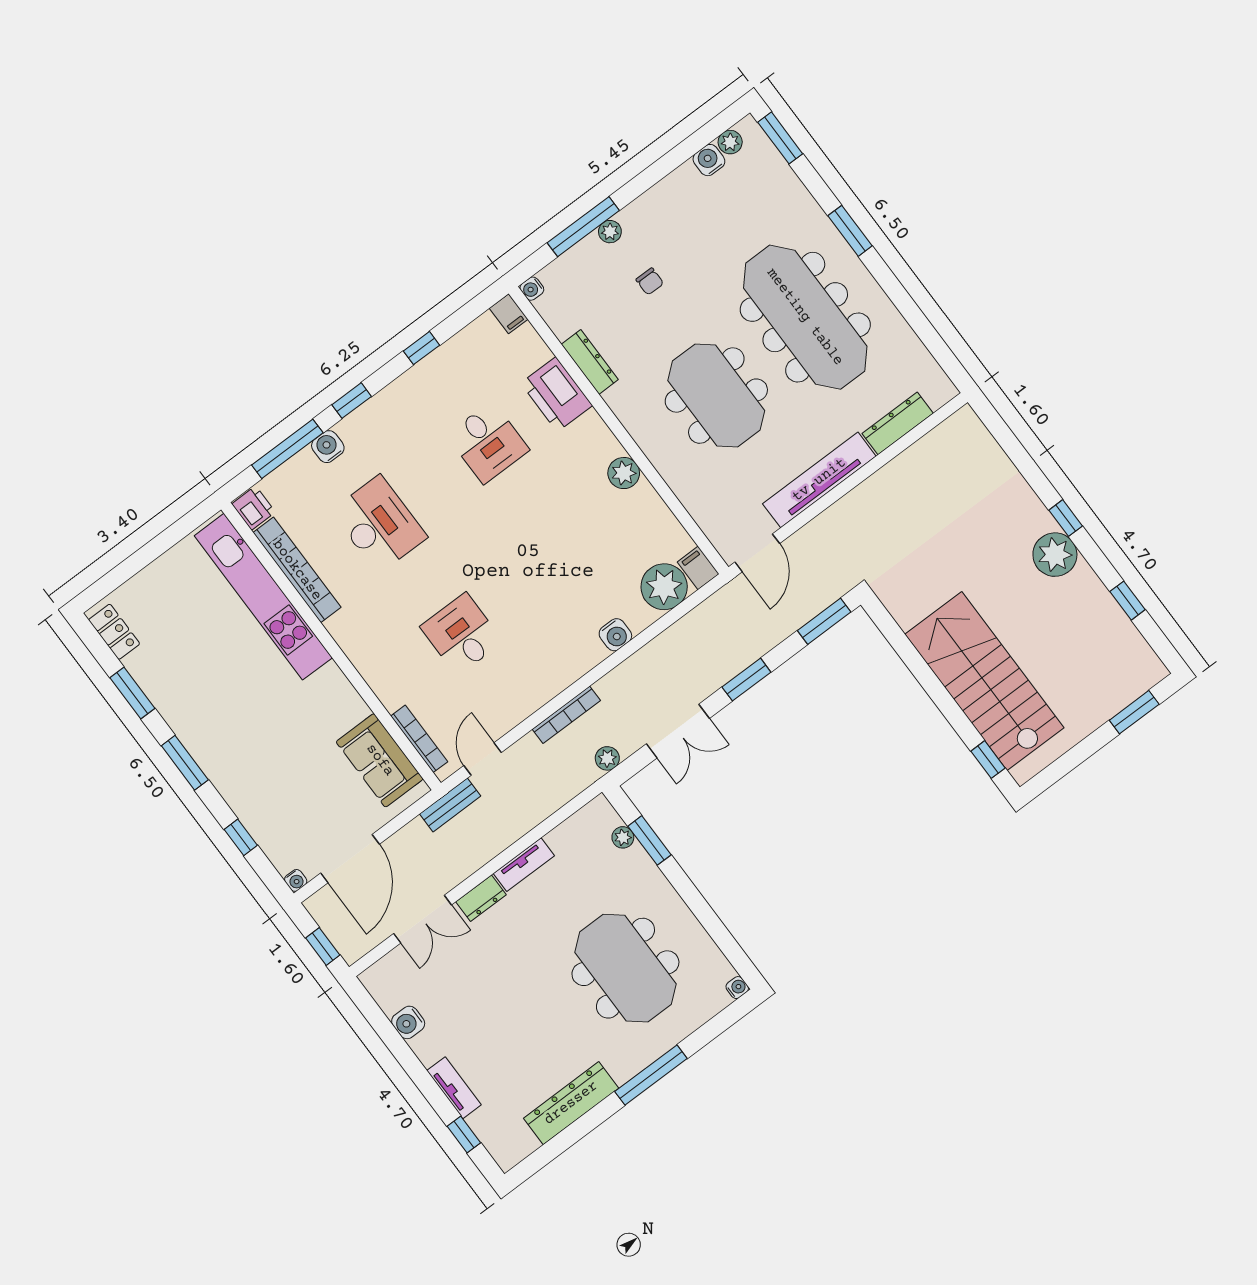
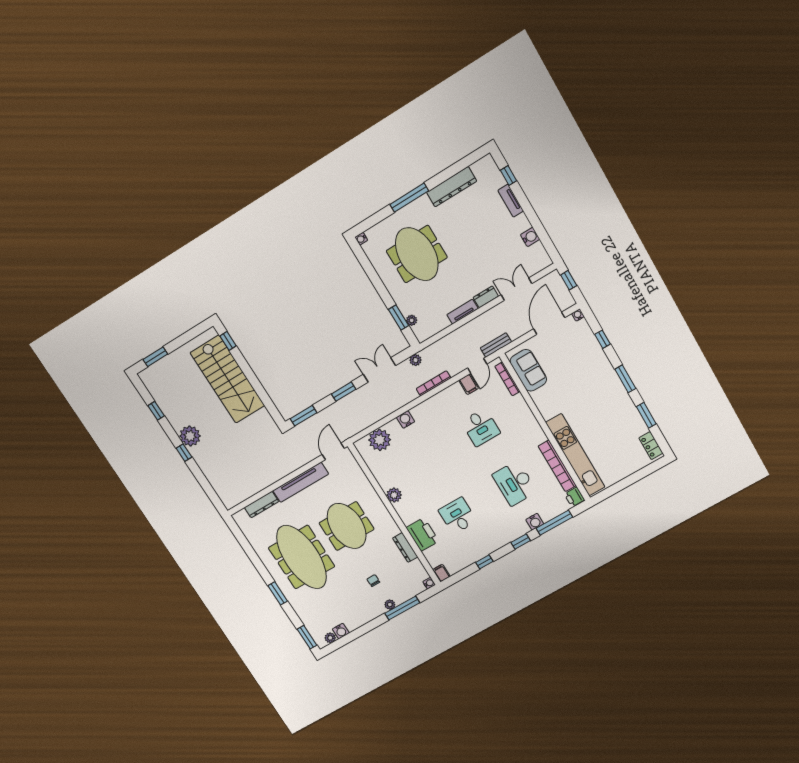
filing cabinet: (698, 568) -> (469, 384), moved

